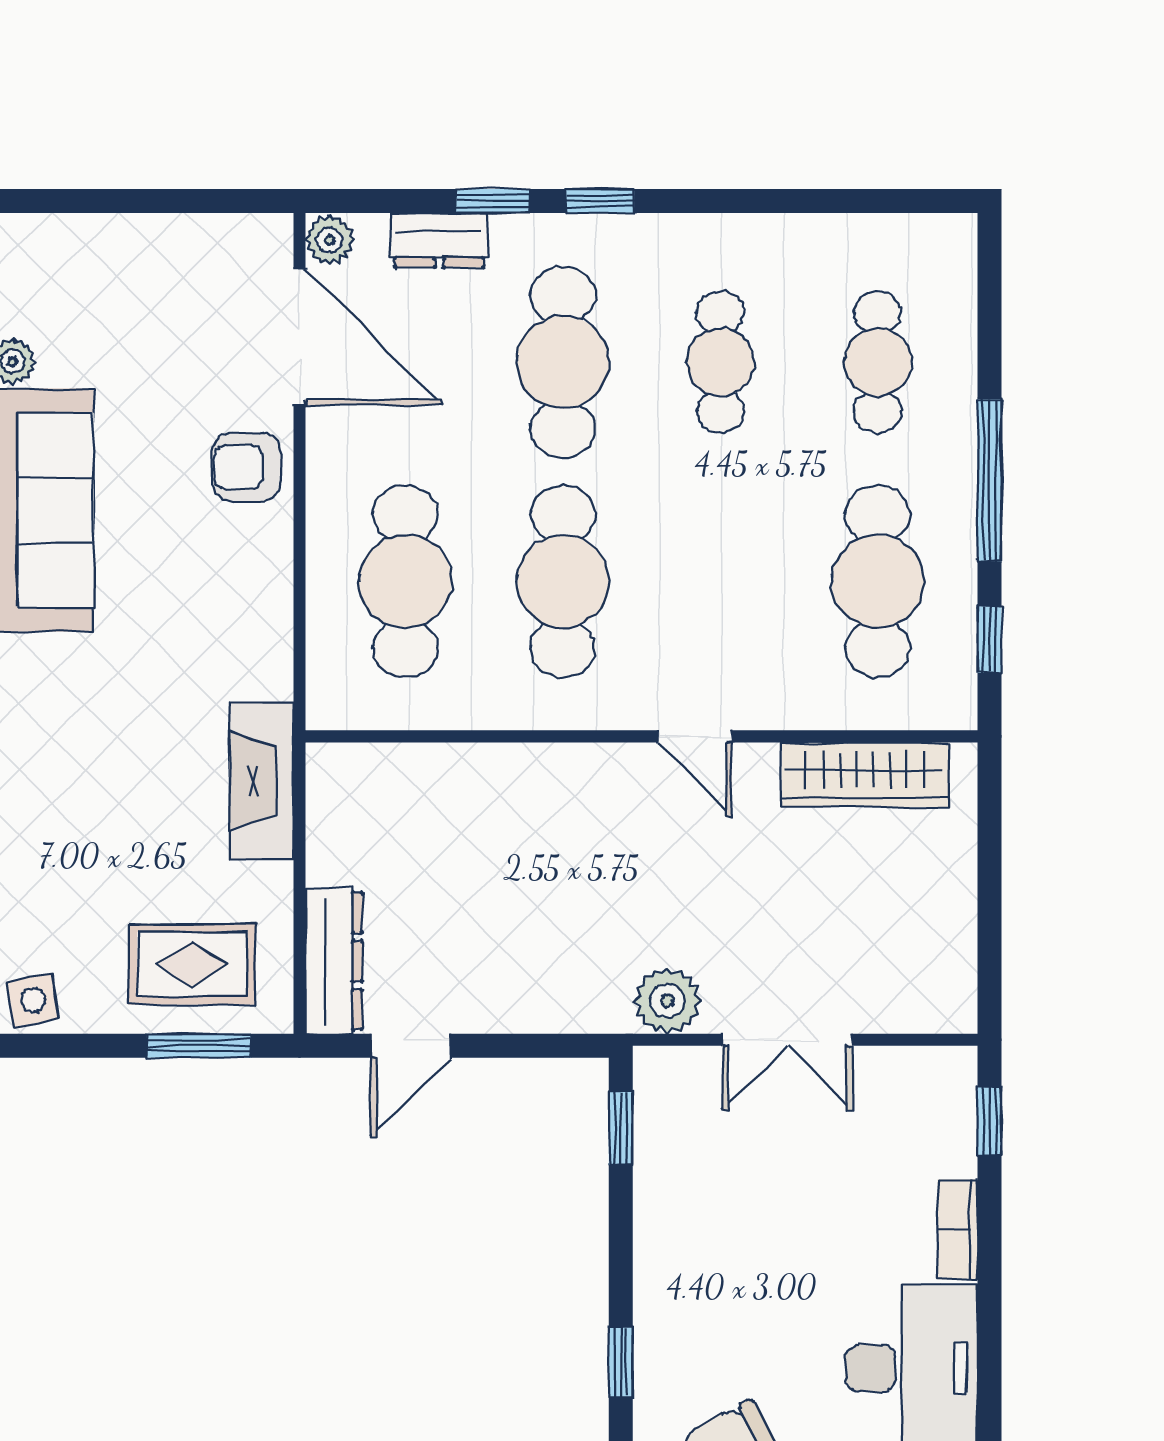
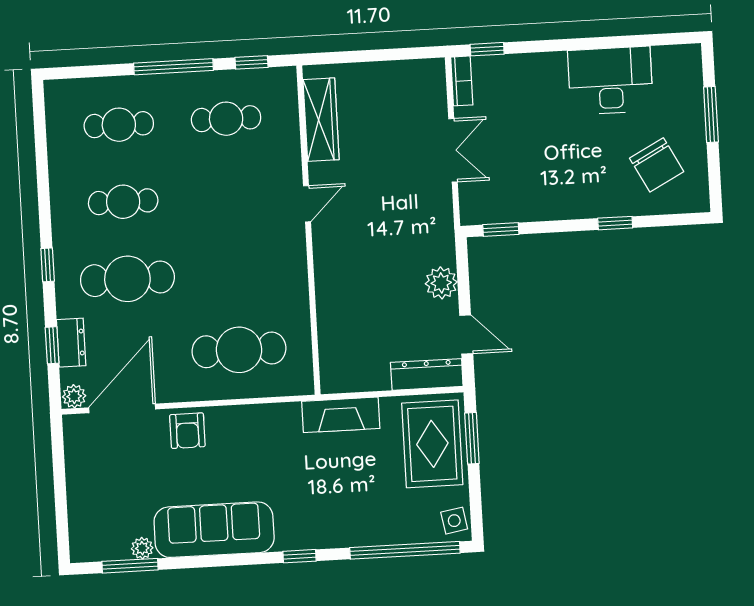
window: (493, 201) -> (52, 345), moved
cafe table: (563, 581) -> (235, 273), removed
cafe table: (878, 581) -> (226, 119), width x0.73, depth x0.74
rug: (192, 964) -> (432, 444), width x1.36, depth x1.43
plant: (667, 1001) -> (441, 283), moved
bookcase: (958, 1229) -> (462, 81), moved, turned -90

